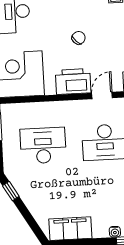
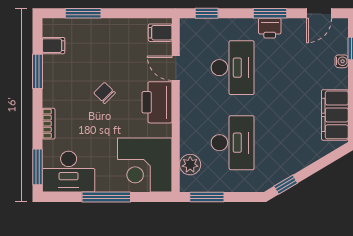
plant: (23, 111) -> (190, 165), added
desk: (43, 146) -> (233, 143), turned 180

